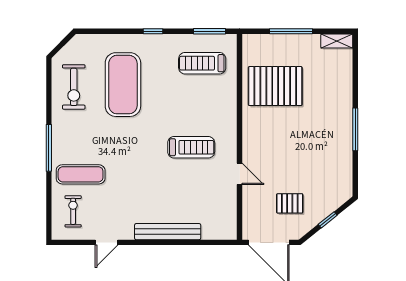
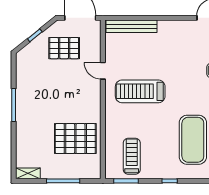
treadmill: (202, 63) -> (132, 156), turned -90
treadmill: (191, 147) -> (140, 91), width x1.37, depth x1.38
pallet: (290, 203) -> (64, 48), width x1.50, depth x1.42
bench: (168, 232) -> (131, 26), moved

